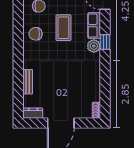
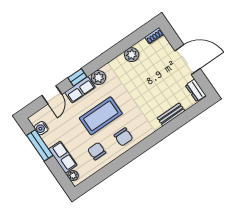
coffee table: (63, 28) -> (101, 116), width x1.36, depth x1.32
window: (105, 42) -> (77, 77), moved
plant: (94, 83) -> (132, 55), added

